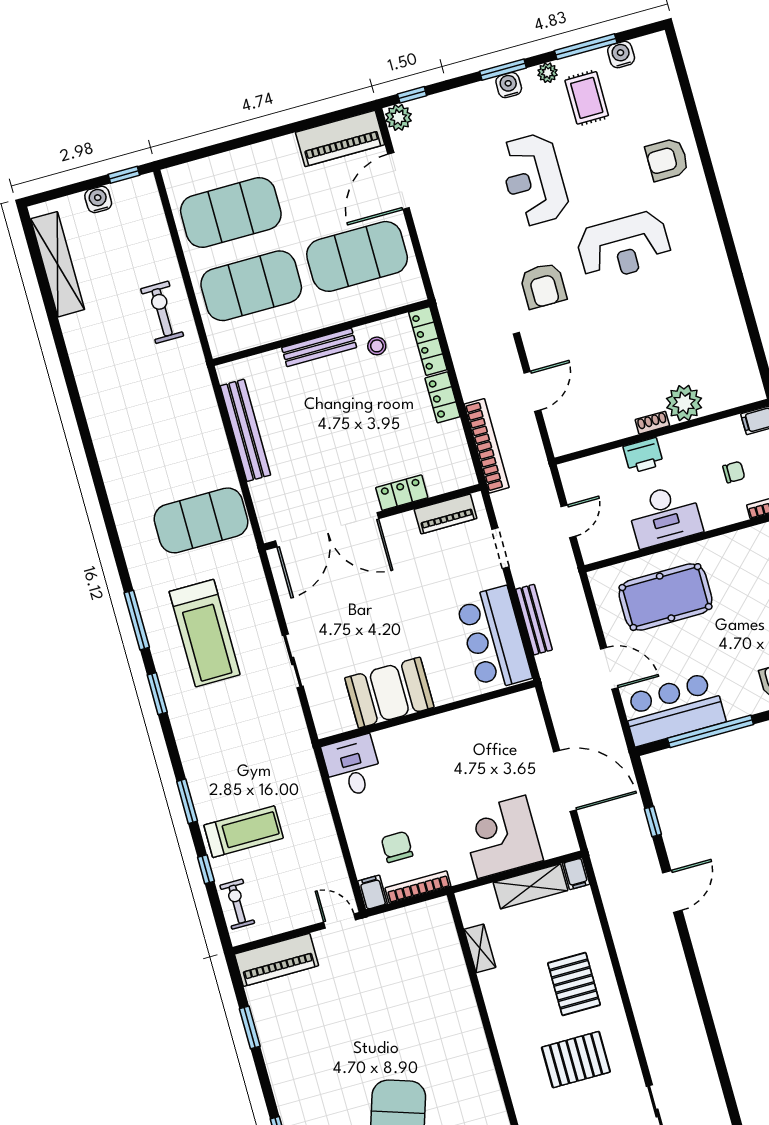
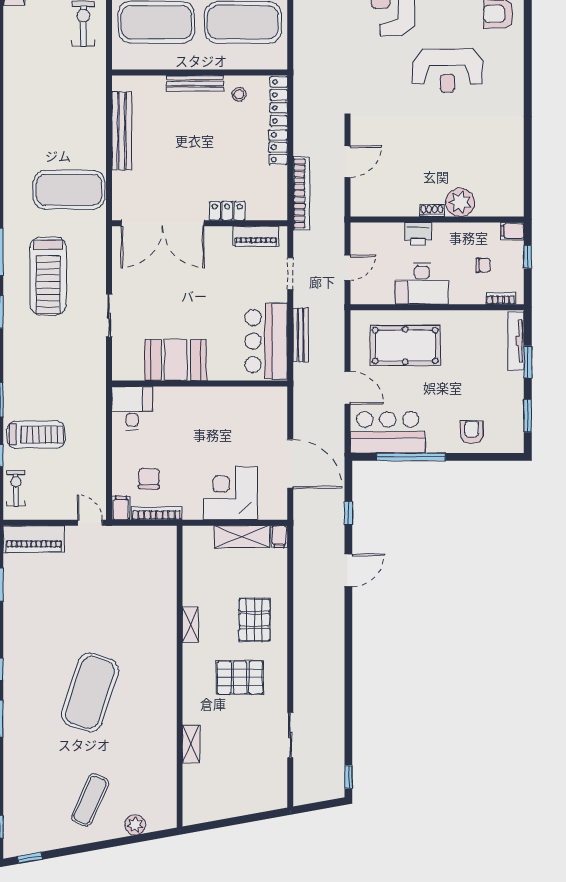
armchair: (543, 286) -> (378, 84), removed
shelving: (480, 948) -> (191, 624), moved

